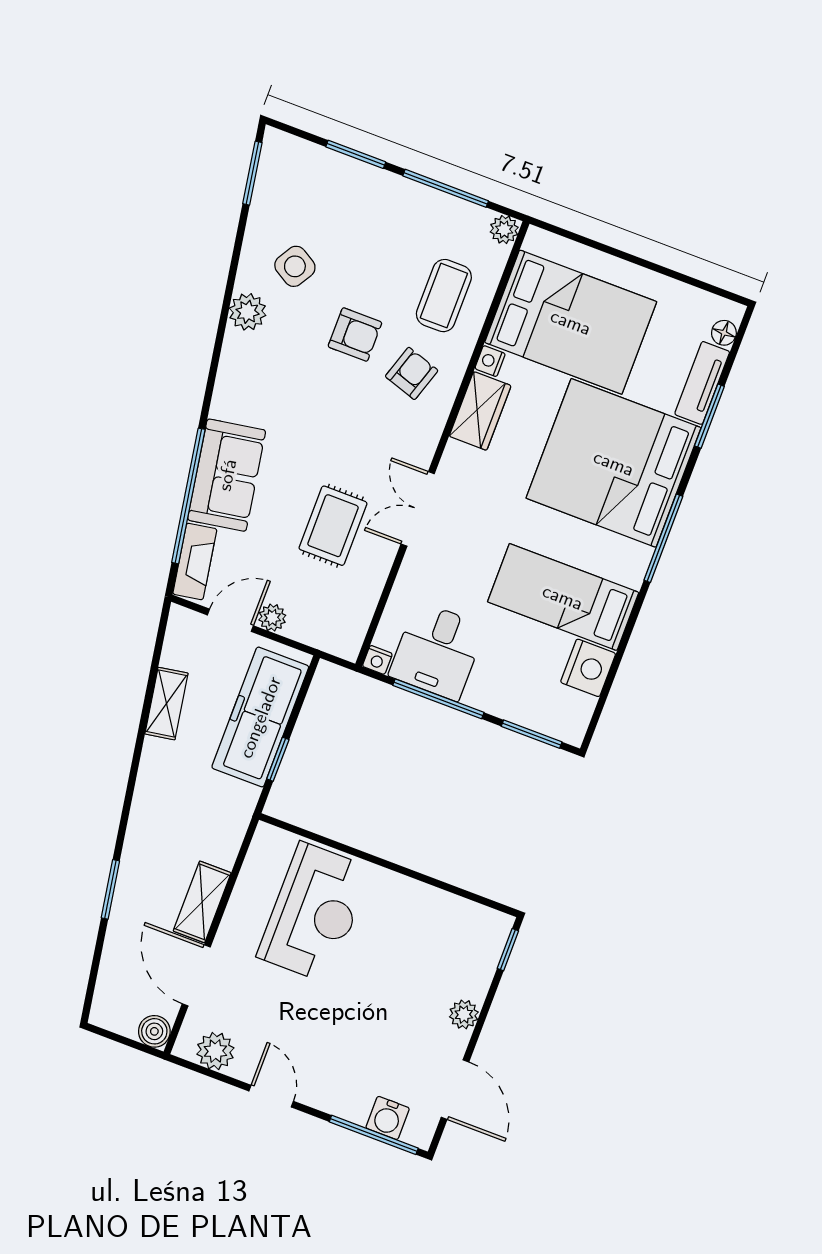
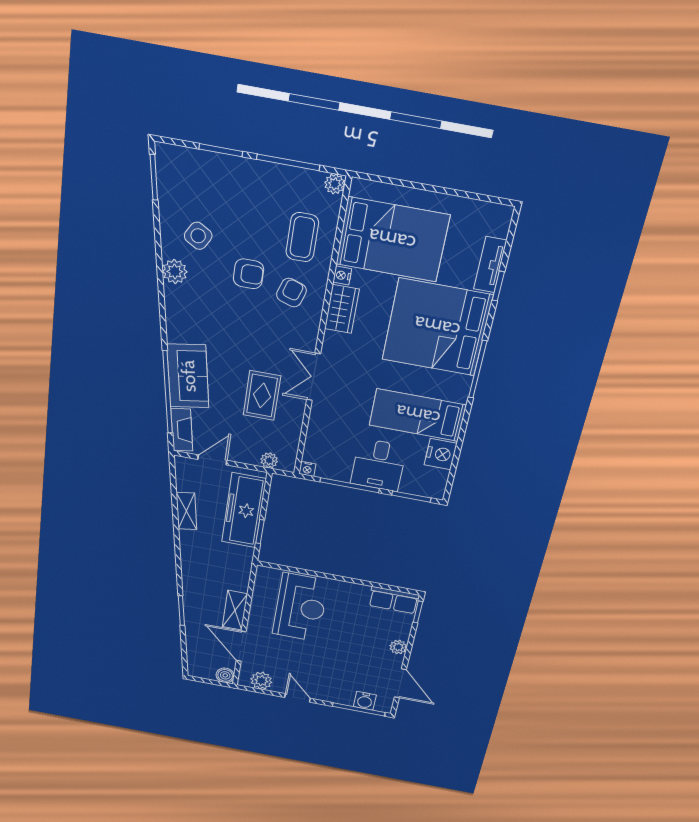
floor lamp: (724, 333) -> (501, 228), removed
window: (709, 416) -> (498, 286), width x0.67
plant: (272, 618) -> (269, 460), moved
desk: (437, 651) -> (379, 465), moved
row of seats: (472, 921) -> (394, 600), added

